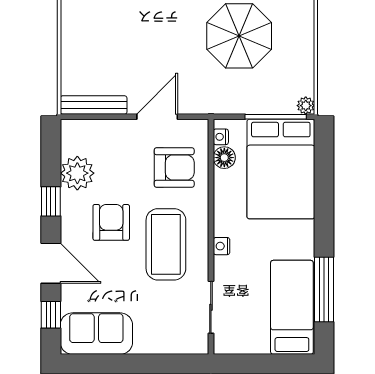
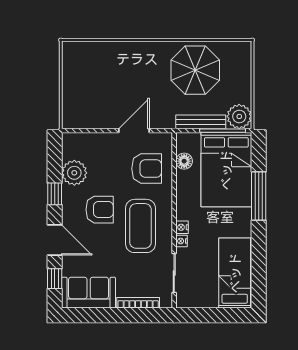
bench: (94, 105) -> (201, 122), moved
plant: (306, 106) -> (239, 116), width x1.88, depth x1.88
nightstand: (221, 137) -> (182, 241), moved
armchair: (111, 222) -> (100, 210), turned 90
window: (324, 289) -> (259, 196), moved
bookcase: (163, 347) -> (138, 303), added

